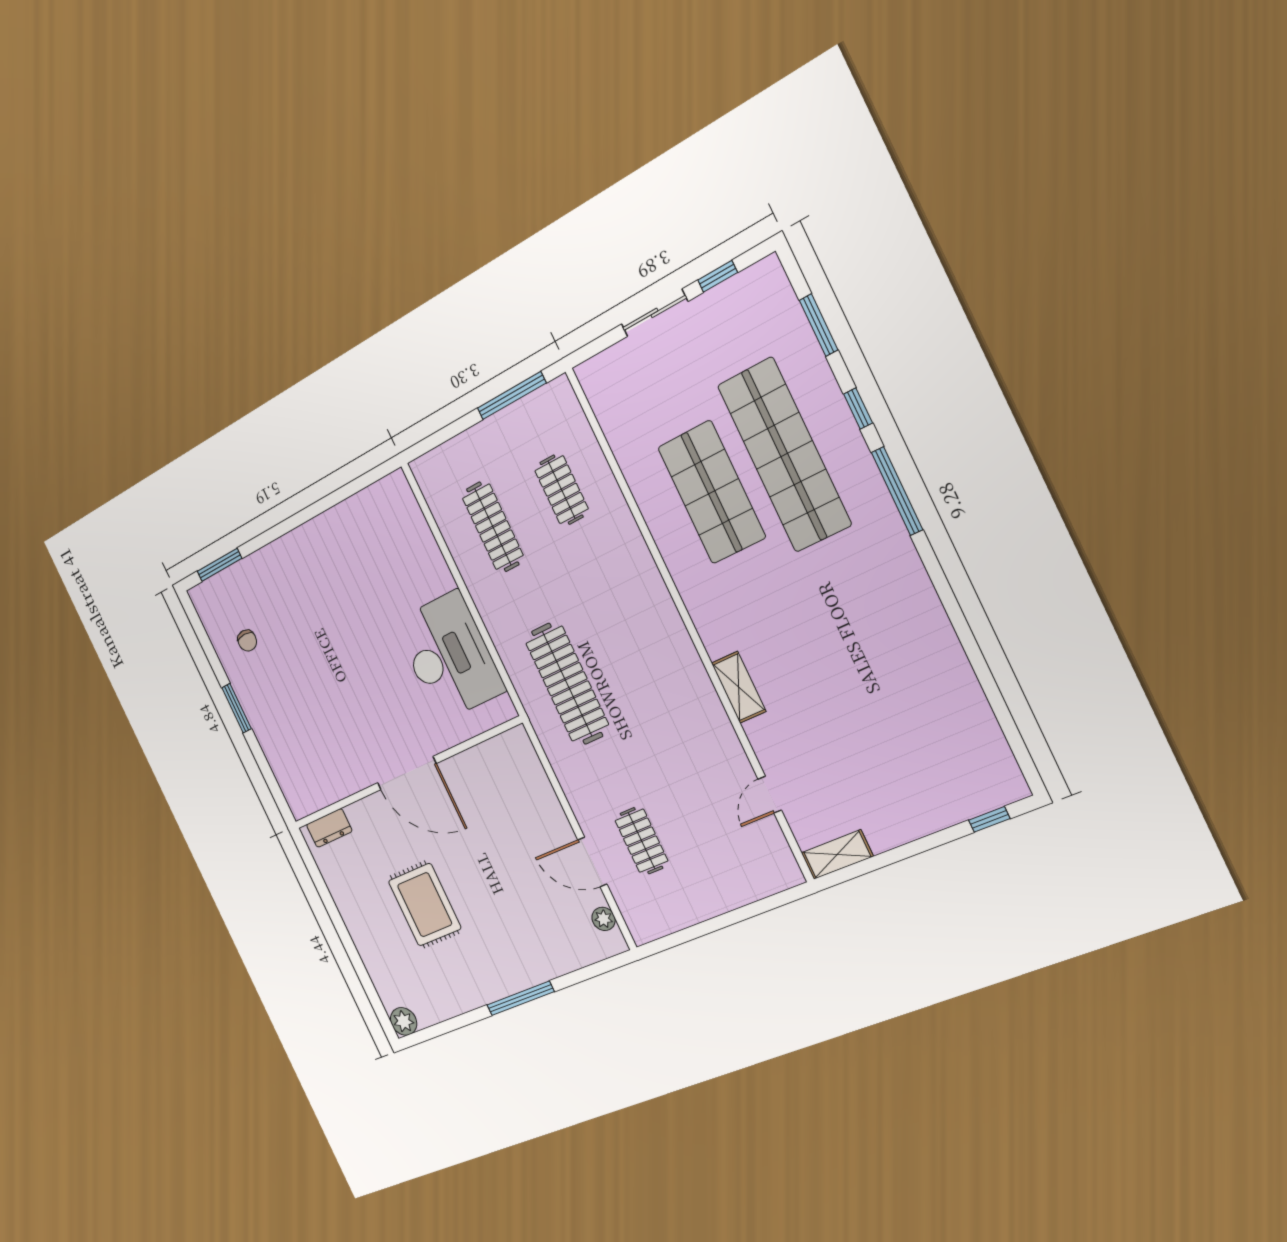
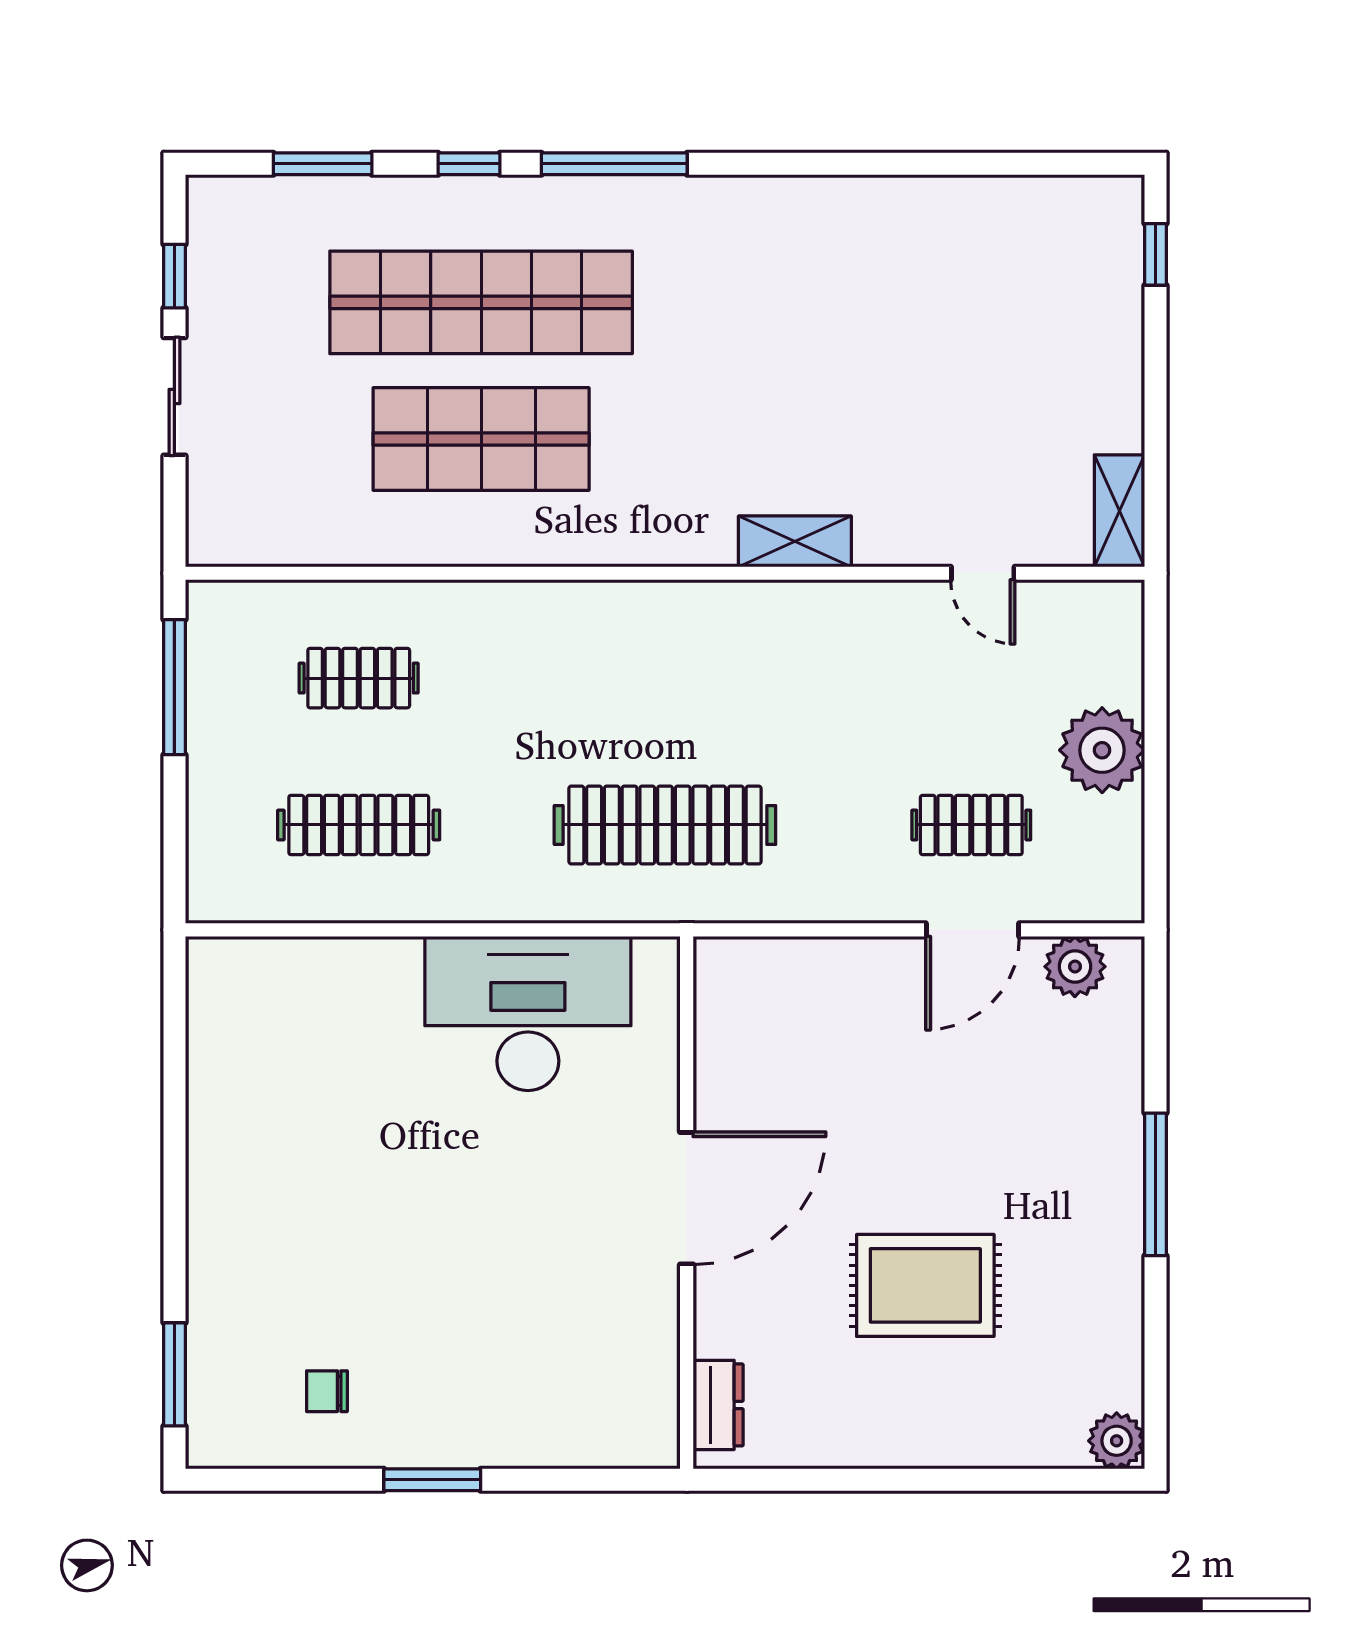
chair: (247, 641) -> (327, 1391), turned 180
plant: (710, 893) -> (1102, 750), added
plant: (604, 919) -> (1075, 967), width x1.38, depth x1.38

